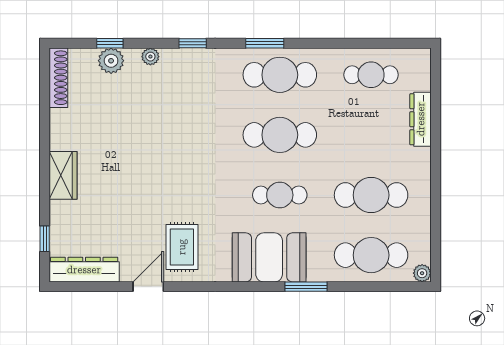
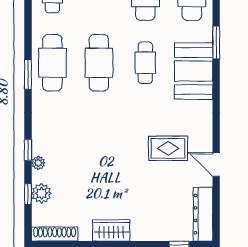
window: (193, 43) -> (28, 150), moved
wardrobe: (63, 175) -> (111, 230), moved
rug: (182, 247) -> (168, 148), moved

